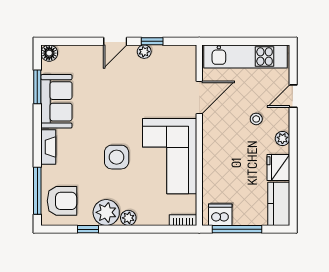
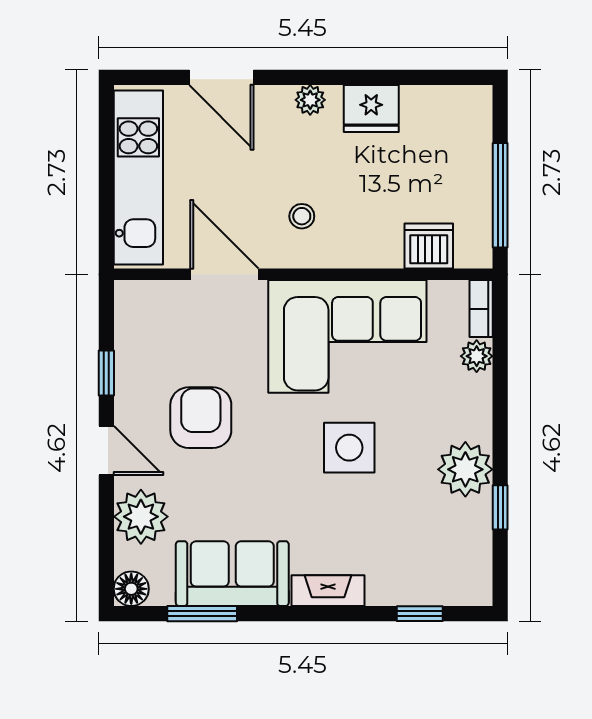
plant: (144, 52) -> (141, 517), moved, width x1.87, depth x1.87
door: (293, 96) -> (221, 77), width x1.38
stool: (256, 119) -> (302, 216), moved
window: (37, 191) -> (420, 614), width x0.46
armchair: (62, 201) -> (201, 418), moved
kitchen counter: (279, 204) -> (447, 108), removed
dishwasher: (220, 215) -> (429, 246), moved, turned 90
plant: (128, 218) -> (477, 356), moved

